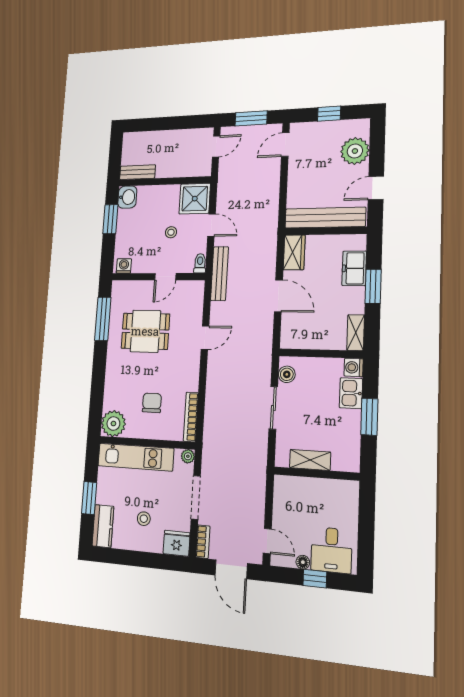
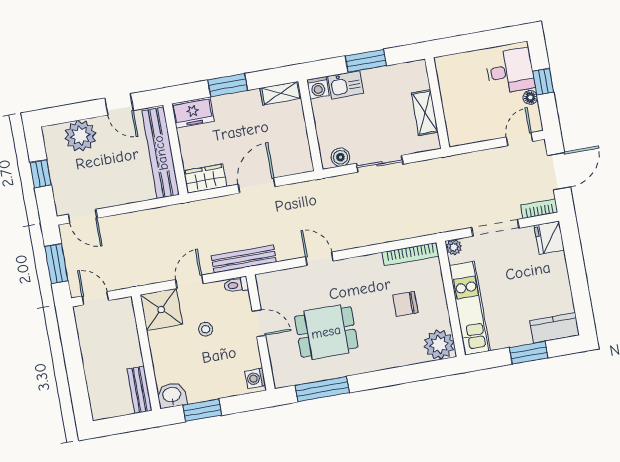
freezer: (354, 268) -> (193, 113), moved
dining table: (145, 331) -> (326, 332), turned 90
stool: (144, 519) -> (534, 282), removed

